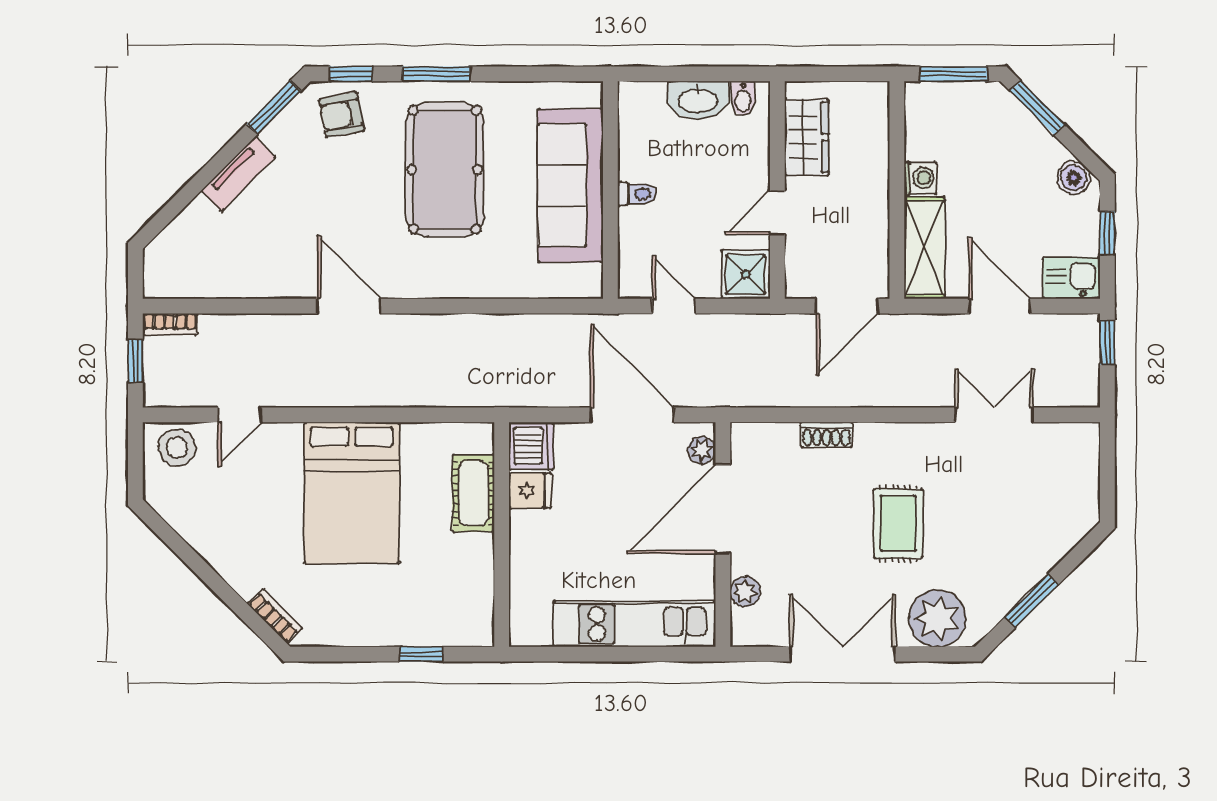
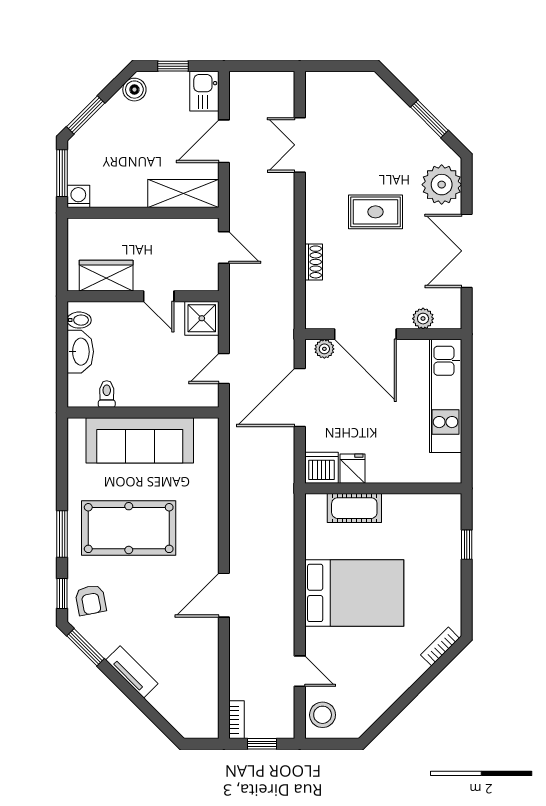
washing machine: (920, 178) -> (78, 196), moved
toilet: (637, 194) -> (107, 394), moved
door: (847, 306) -> (224, 248), width x0.73
window: (1107, 343) -> (249, 66), removed

